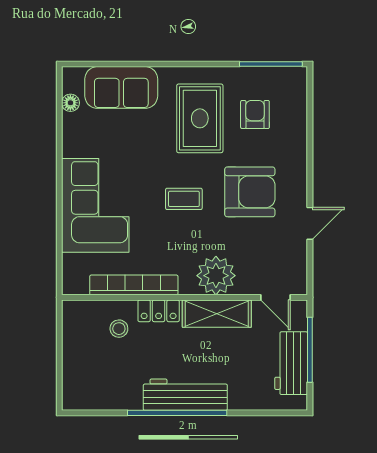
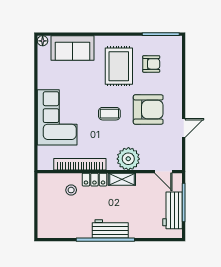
floor lamp: (70, 103) -> (43, 41), moved
armchair: (255, 114) -> (151, 64), turned 90
shelving: (217, 314) -> (122, 179), width x0.67, depth x0.75
workbench: (185, 395) -> (110, 229), width x0.73

